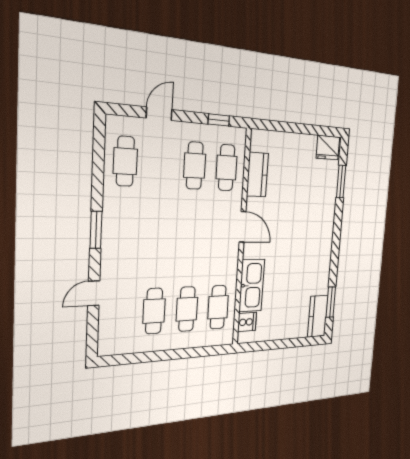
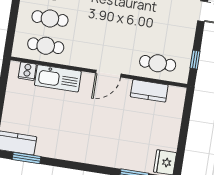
cafe table: (195, 166) -> (162, 36), removed

